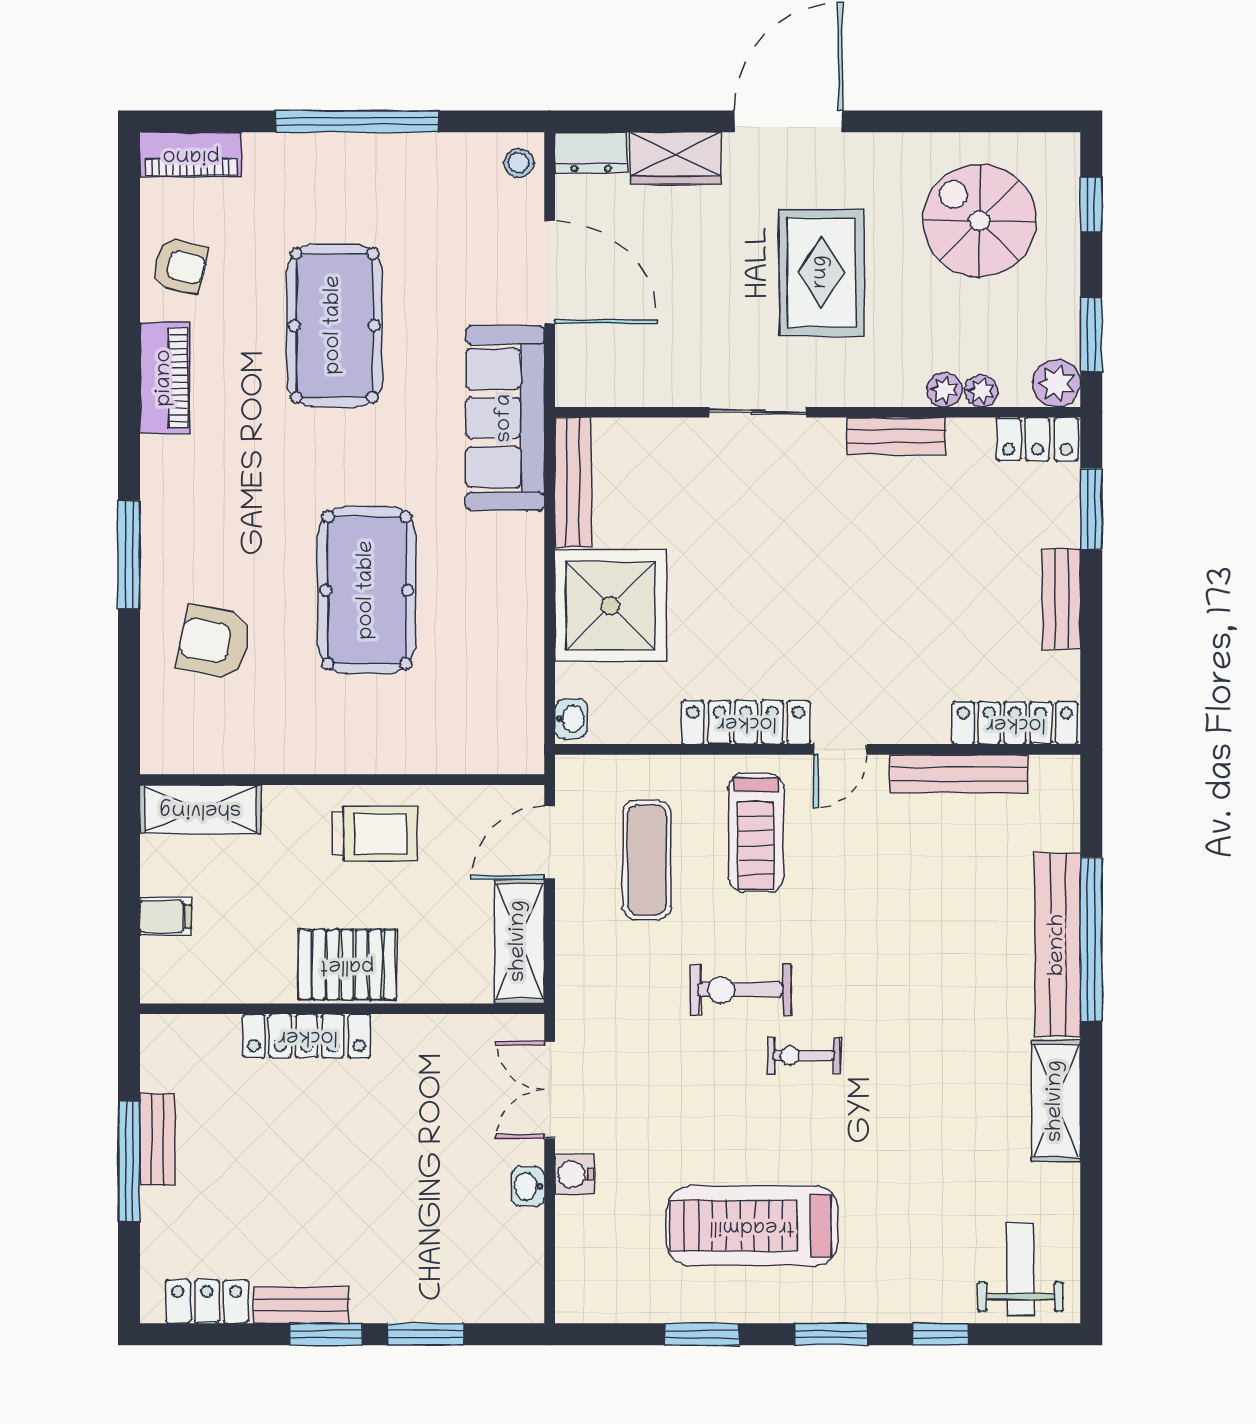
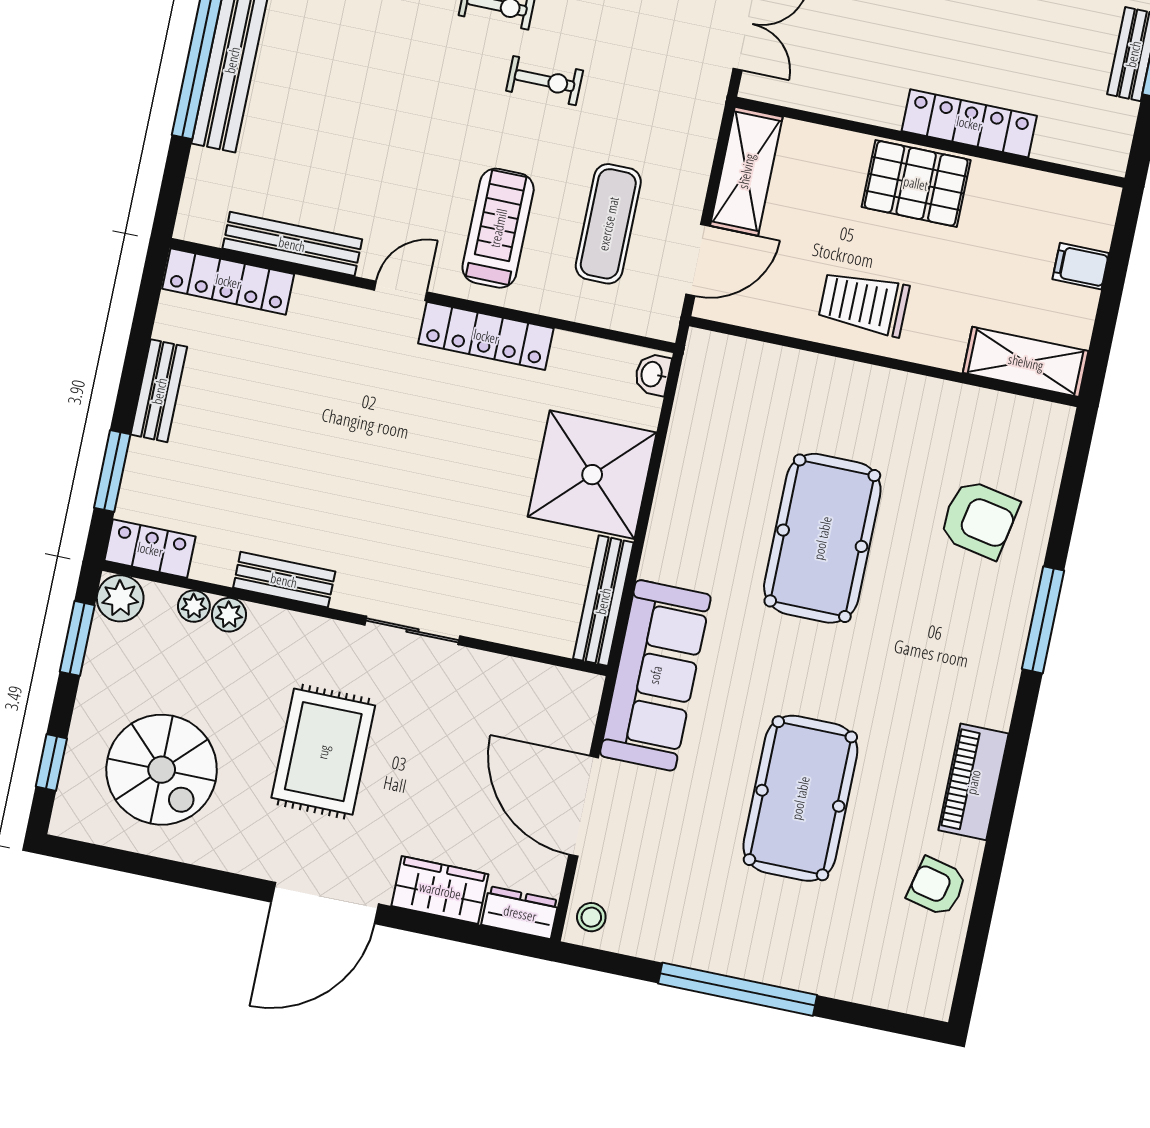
piano: (191, 155) -> (904, 991), removed
exercise bike: (740, 990) -> (545, 81), width x0.73, depth x0.72

